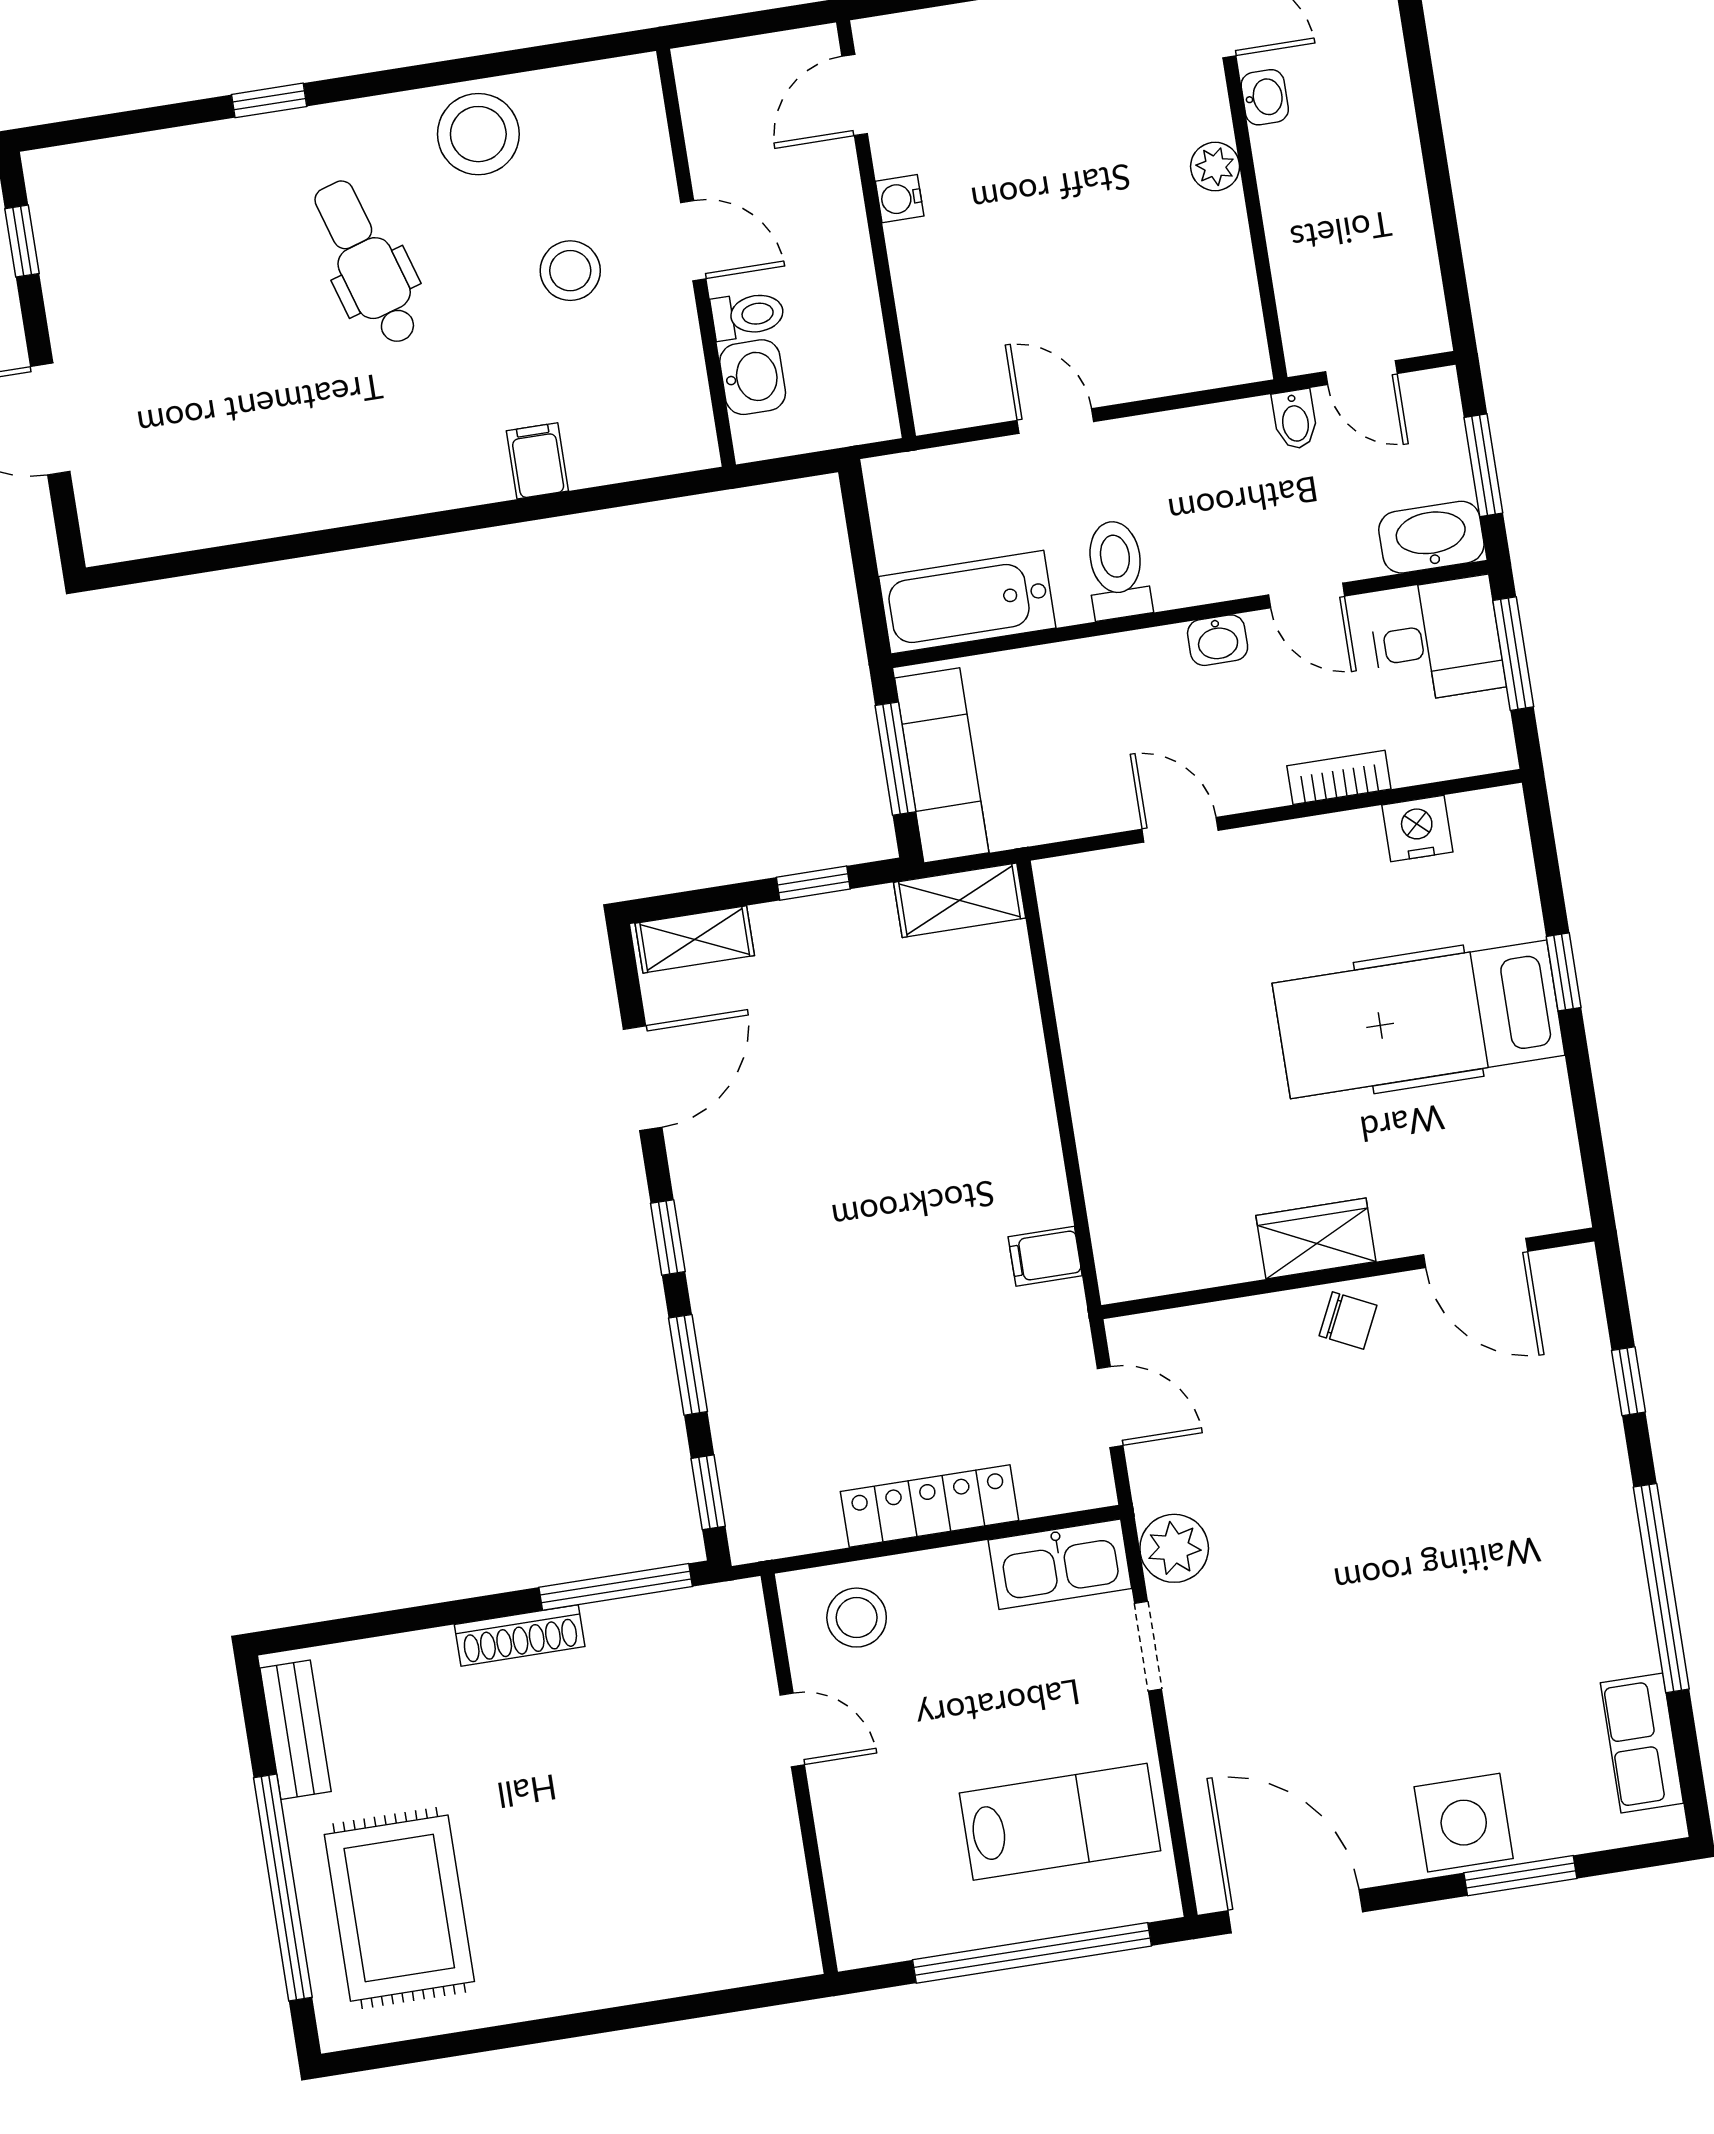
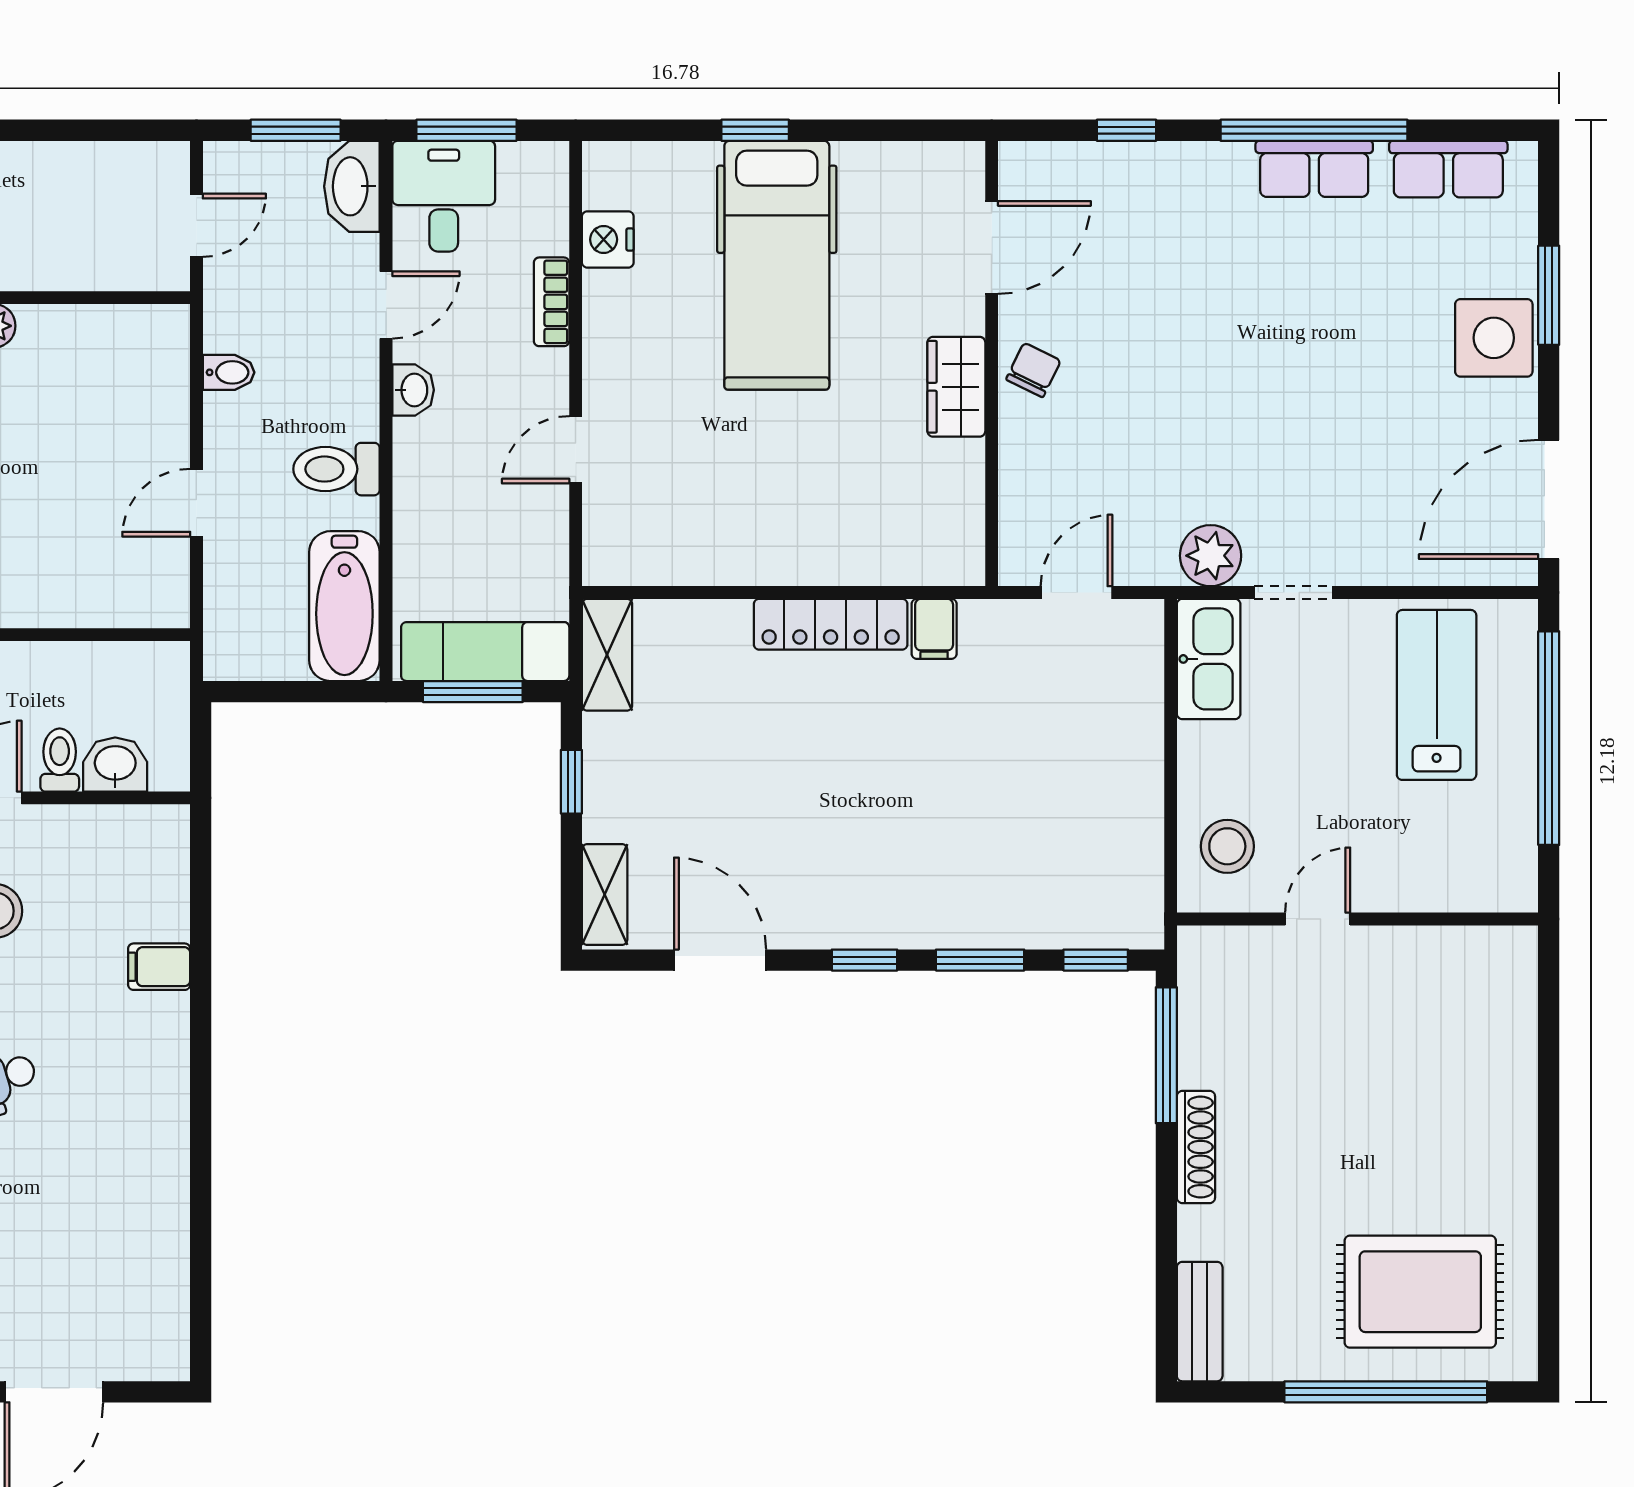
bidet: (1295, 419) -> (229, 372), moved
locker: (930, 1506) -> (831, 624), moved, turned -90
row of seats: (1619, 1595) -> (1314, 169), added
bench: (296, 1730) -> (1200, 1322), moved, turned 90

